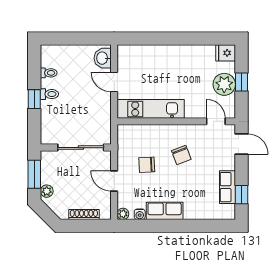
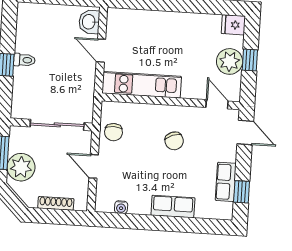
toilet: (49, 73) -> (25, 35), removed
chair: (147, 165) -> (113, 132), moved, turned -87
plant: (47, 191) -> (21, 167), width x1.87, depth x1.87
row of seats: (165, 211) -> (173, 207), moved
plant: (123, 214) -> (102, 206), removed

